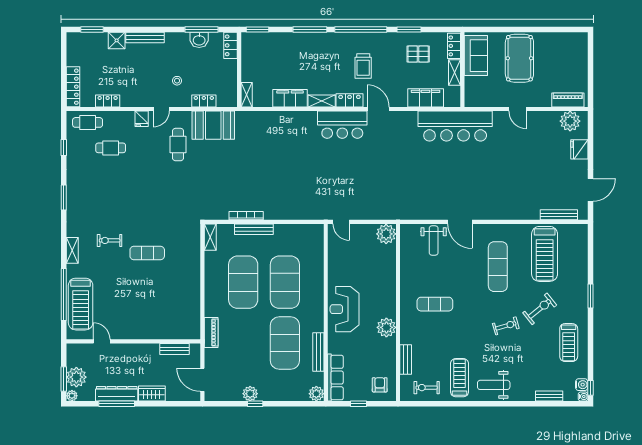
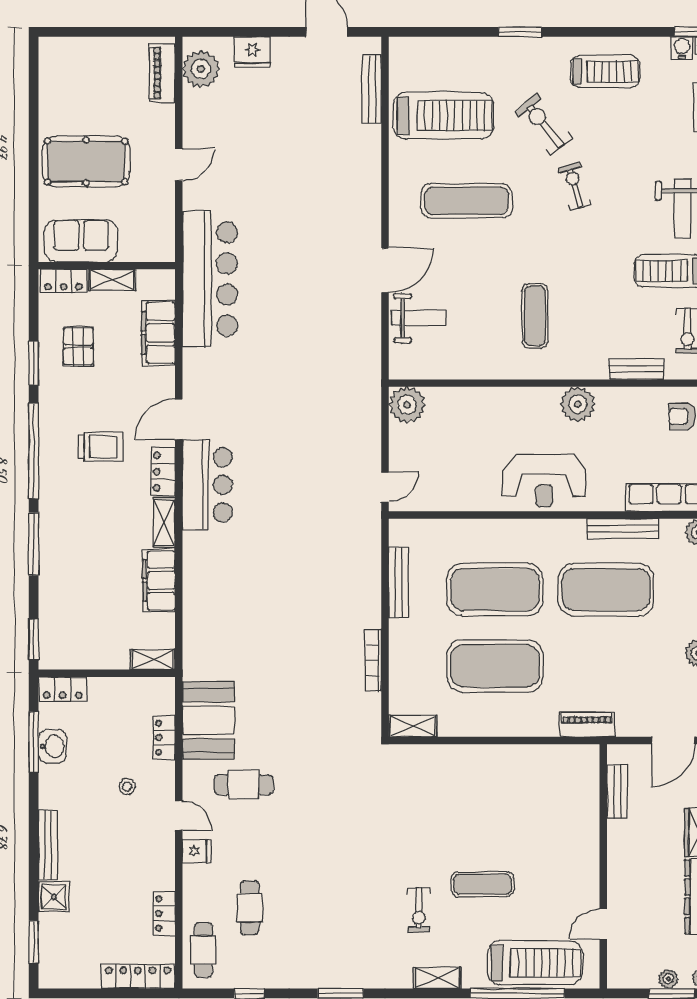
bench: (254, 229) -> (398, 582), moved
exercise mat: (147, 253) -> (483, 884), moved, turned 90
plant: (76, 377) -> (668, 979), width x0.53, depth x0.53

